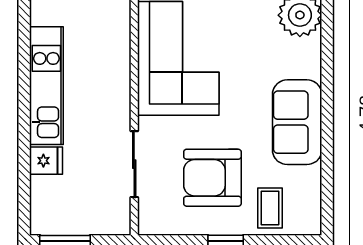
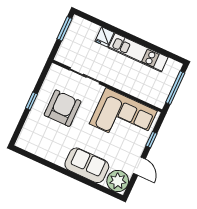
sofa: (297, 122) -> (87, 165), moved
coffee table: (270, 208) -> (37, 128), removed

